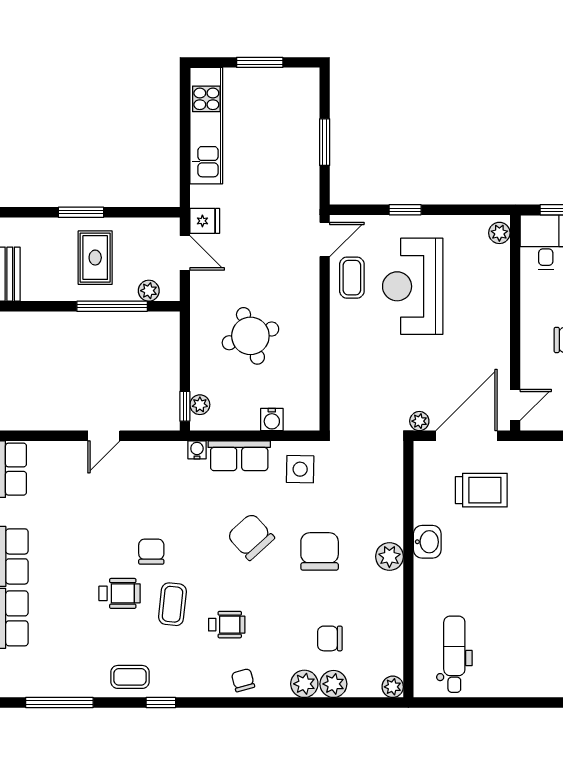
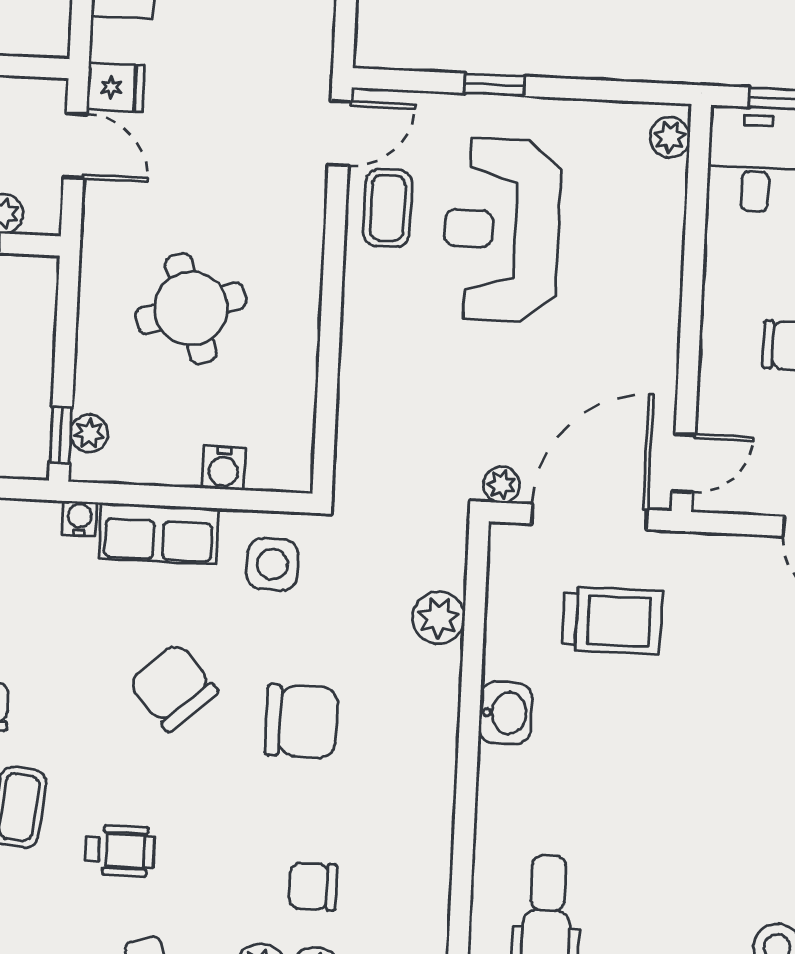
chair: (320, 551) -> (301, 721), turned 90
plant: (389, 557) -> (439, 618), moved

